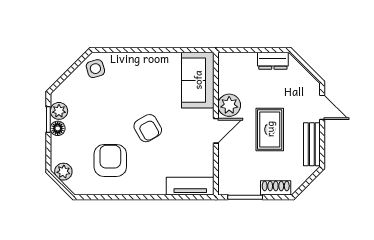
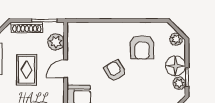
plant: (229, 105) -> (56, 42), moved
floor lamp: (58, 128) -> (175, 66), width x1.89, depth x1.89
tv unit: (190, 186) -> (84, 29), removed
shoe rack: (276, 188) -> (27, 27), width x1.43

